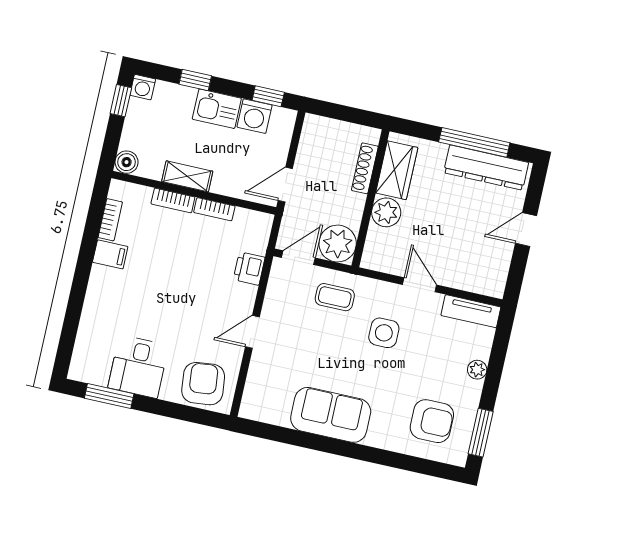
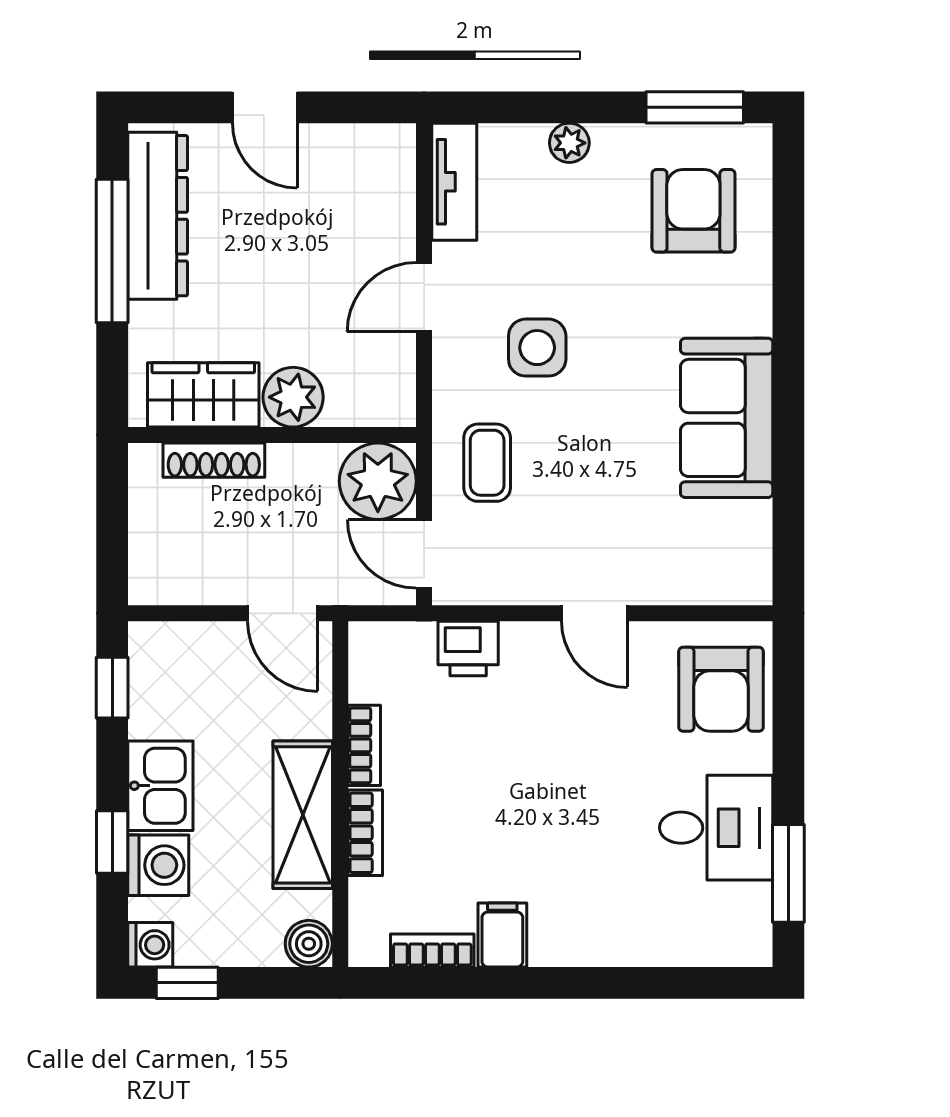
washing machine: (255, 116) -> (158, 865), moved
shelving: (187, 176) -> (303, 815), width x1.50, depth x1.33
armchair: (203, 384) -> (721, 689), turned -84

